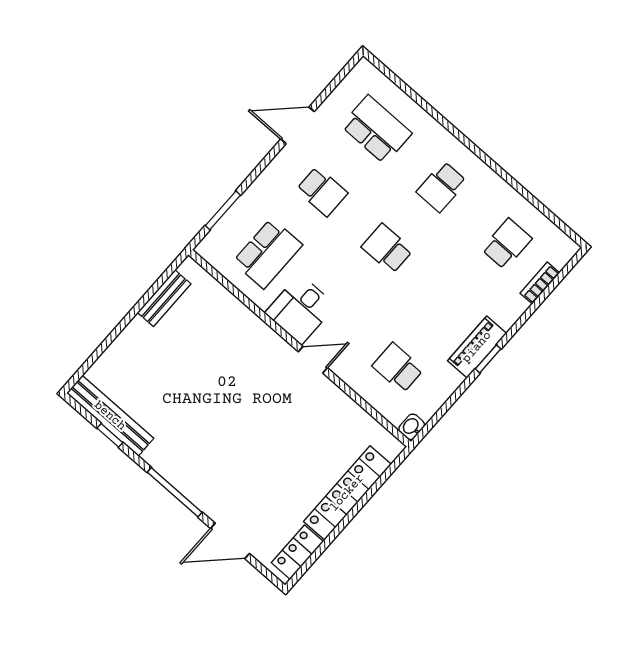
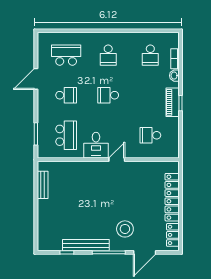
school desk: (507, 244) -> (150, 55), turned 180
bench: (110, 416) -> (86, 245), moved
washbasin: (412, 427) -> (174, 76), moved
stool: (231, 478) -> (125, 229), added

